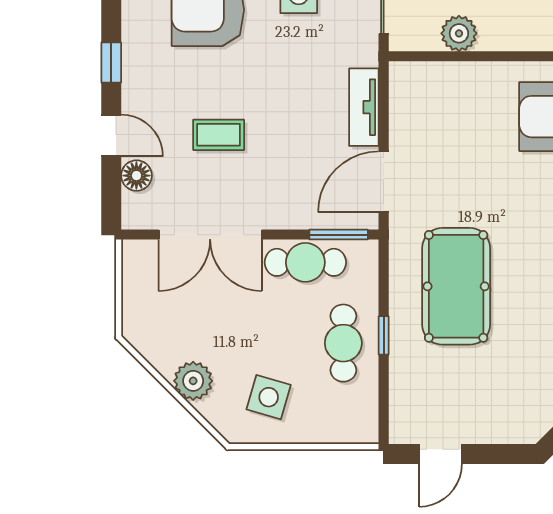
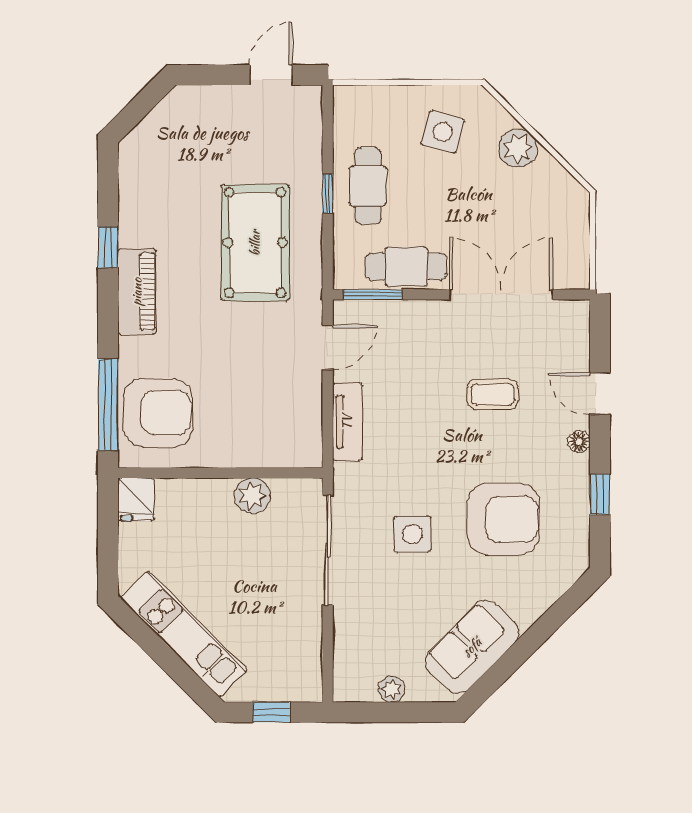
window: (111, 63) -> (600, 494), moved
floor lamp: (136, 176) -> (579, 441), moved, width x0.73, depth x0.73
door: (384, 182) -> (328, 347), width x0.73

